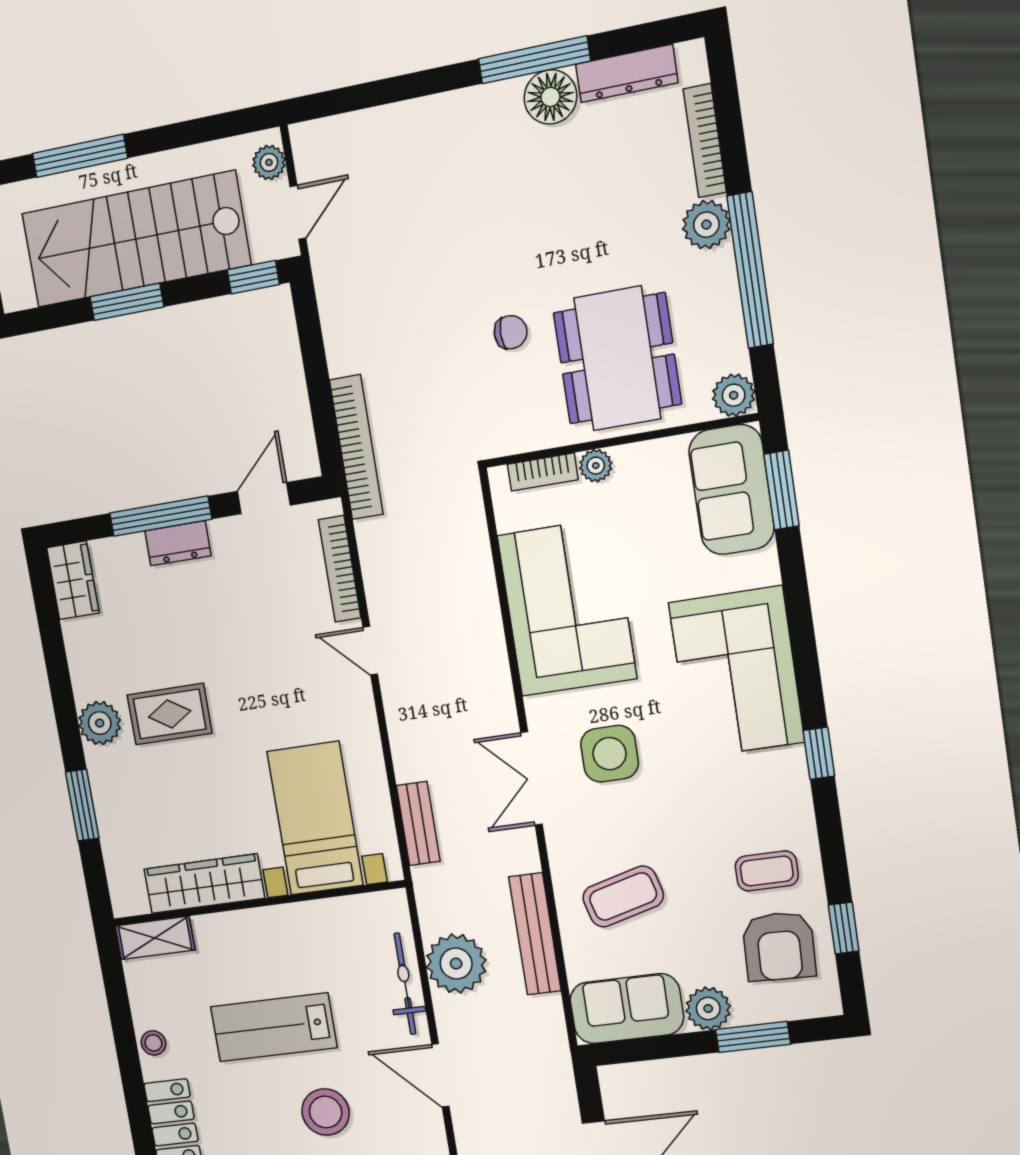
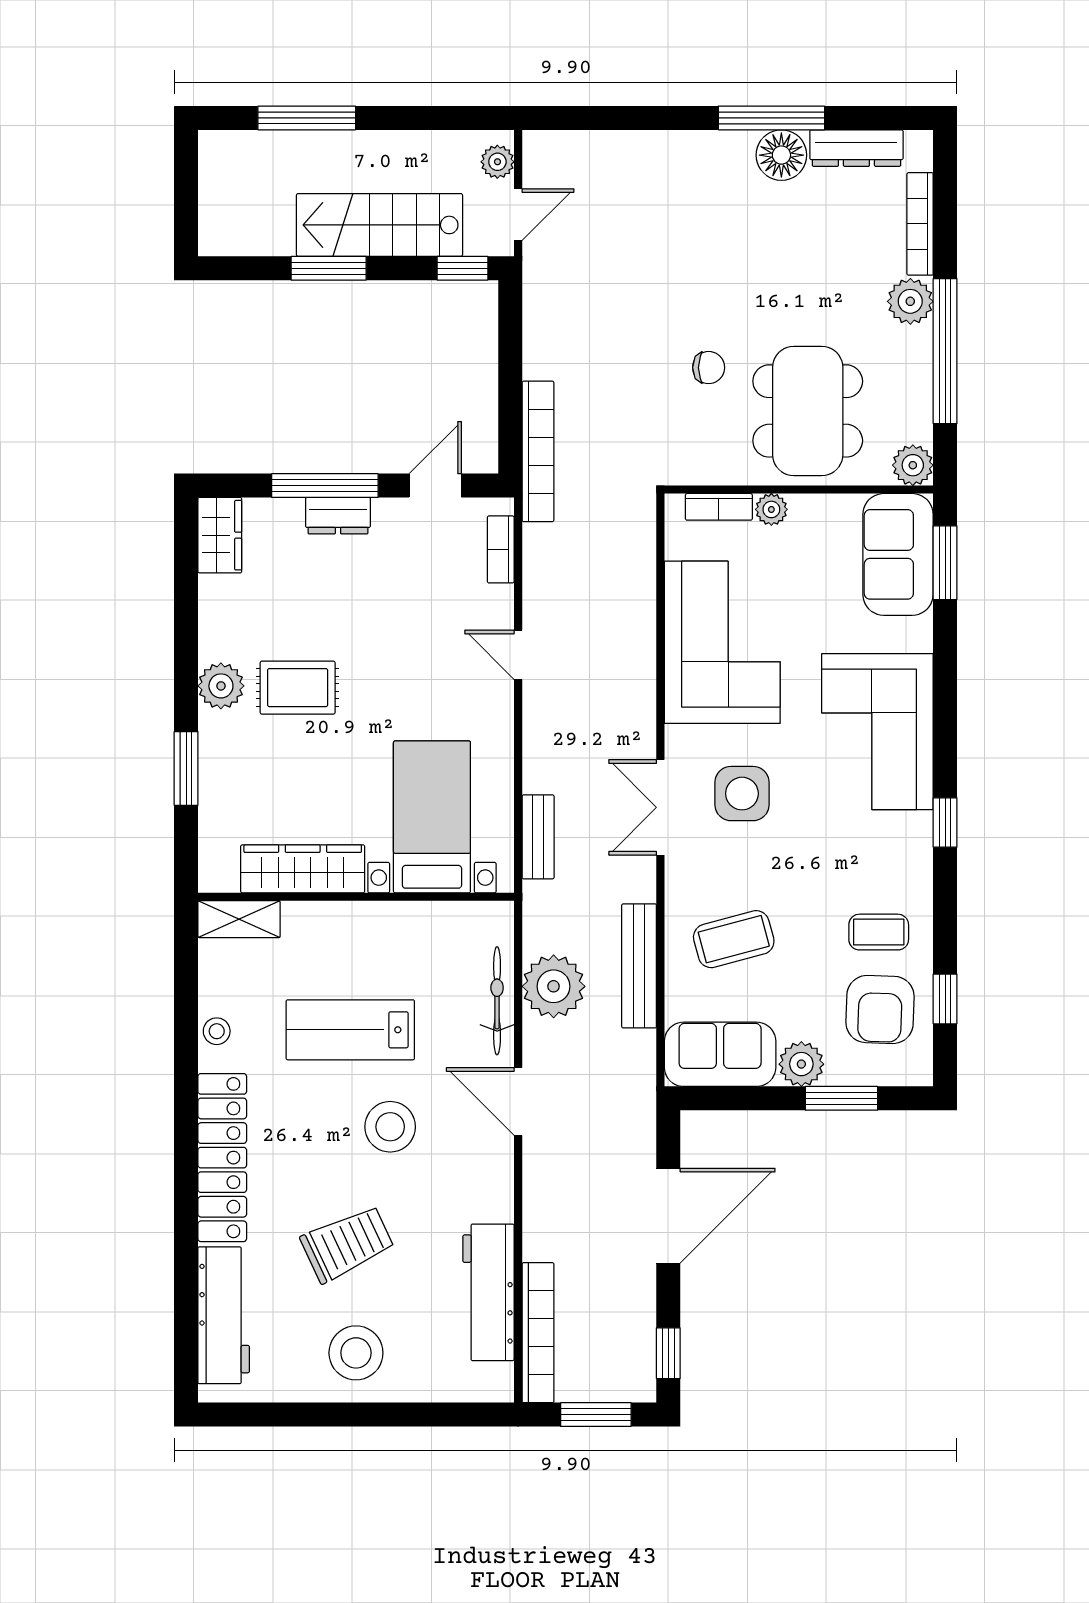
stairs: (136, 239) -> (379, 225), width x0.73, depth x0.66
bookcase: (340, 569) -> (501, 549), width x0.64

